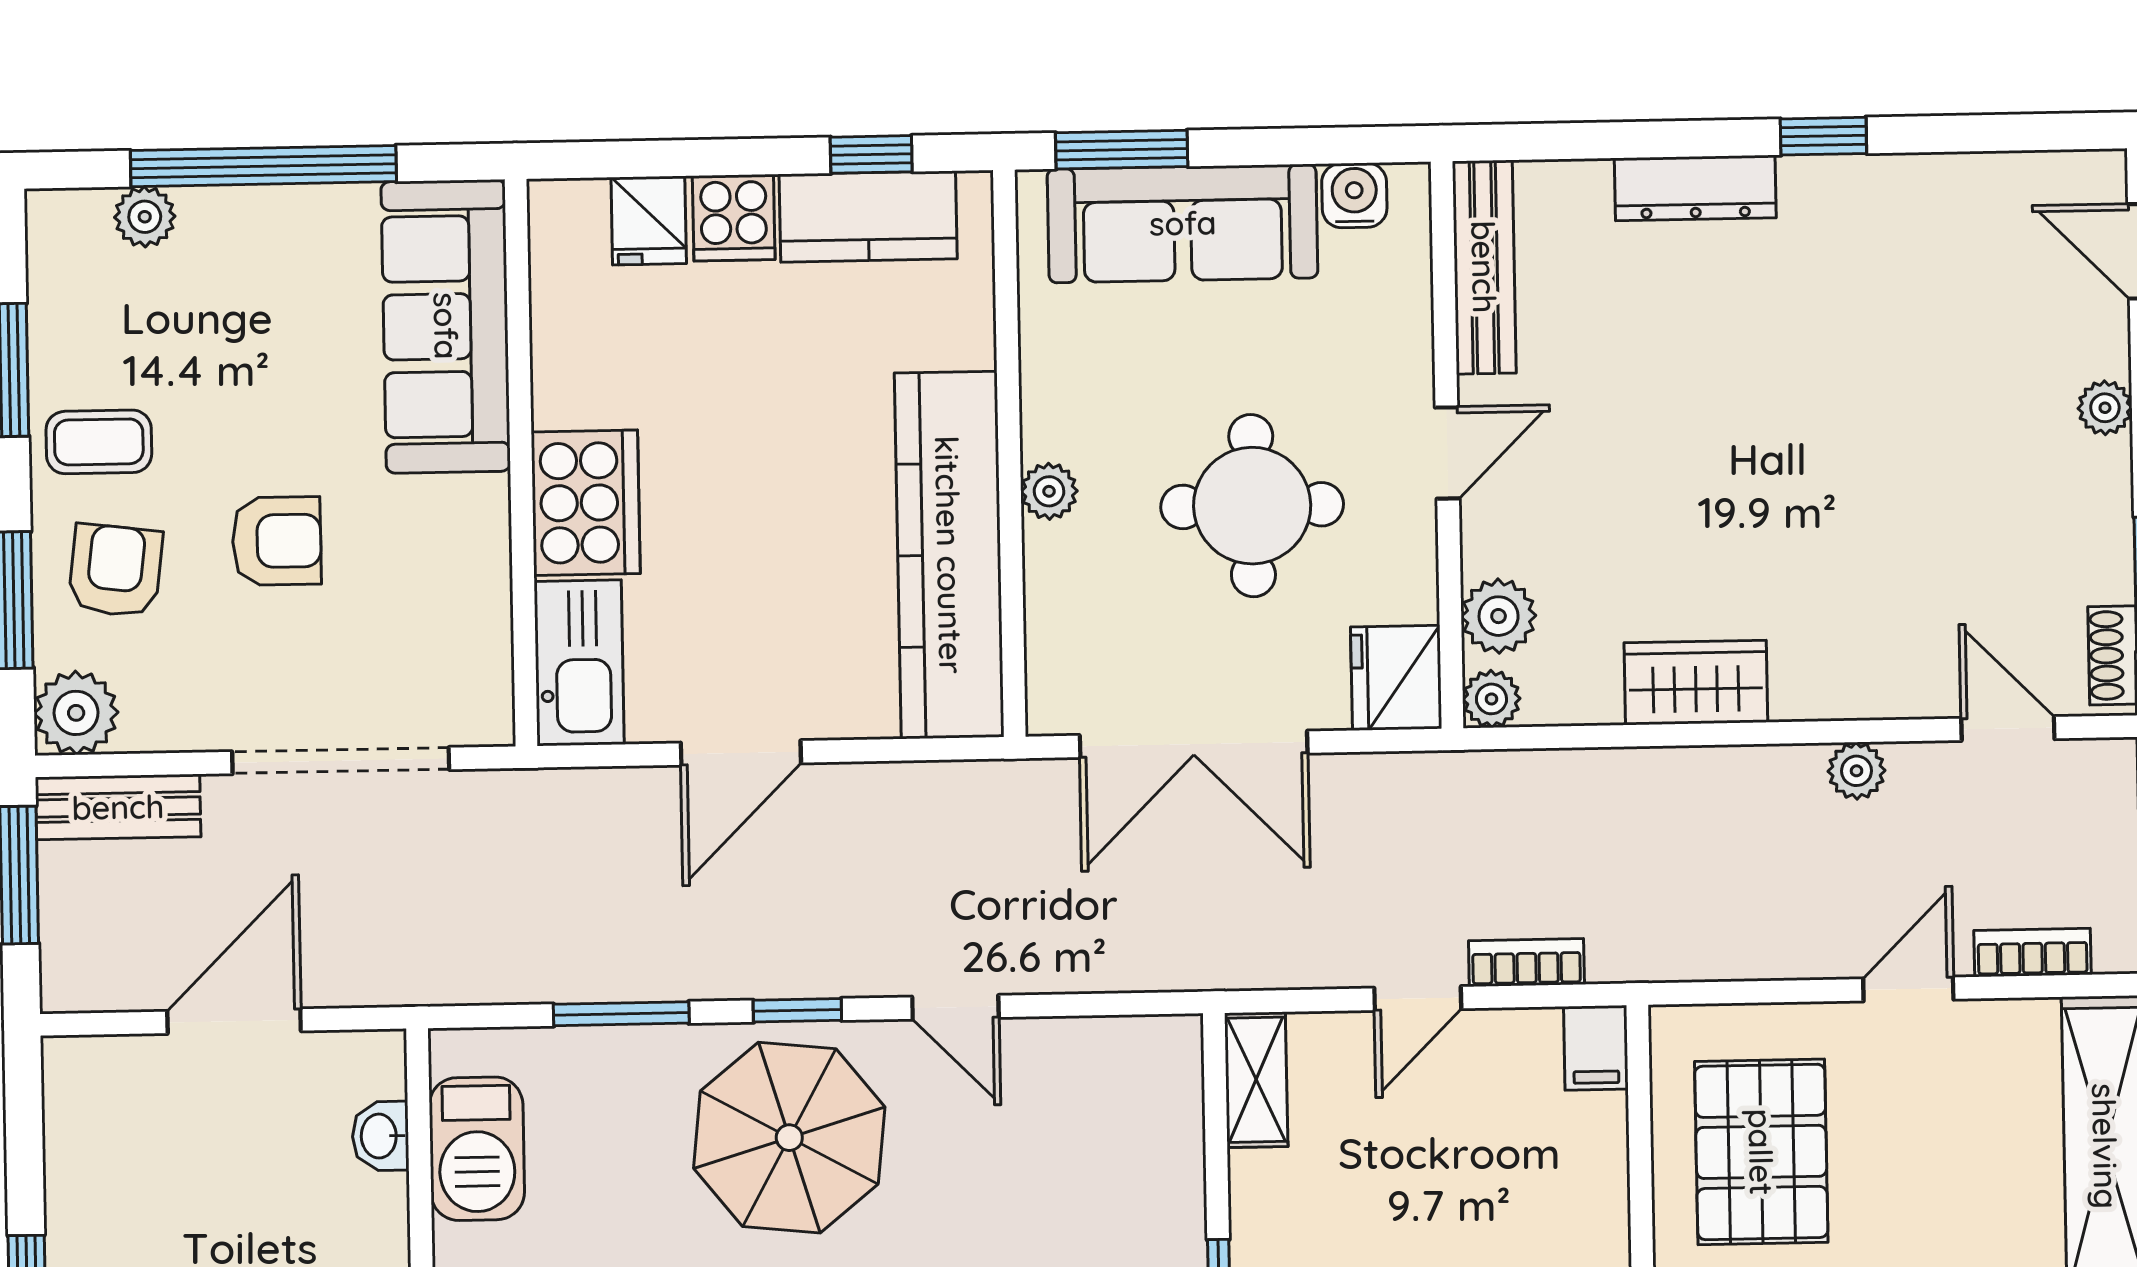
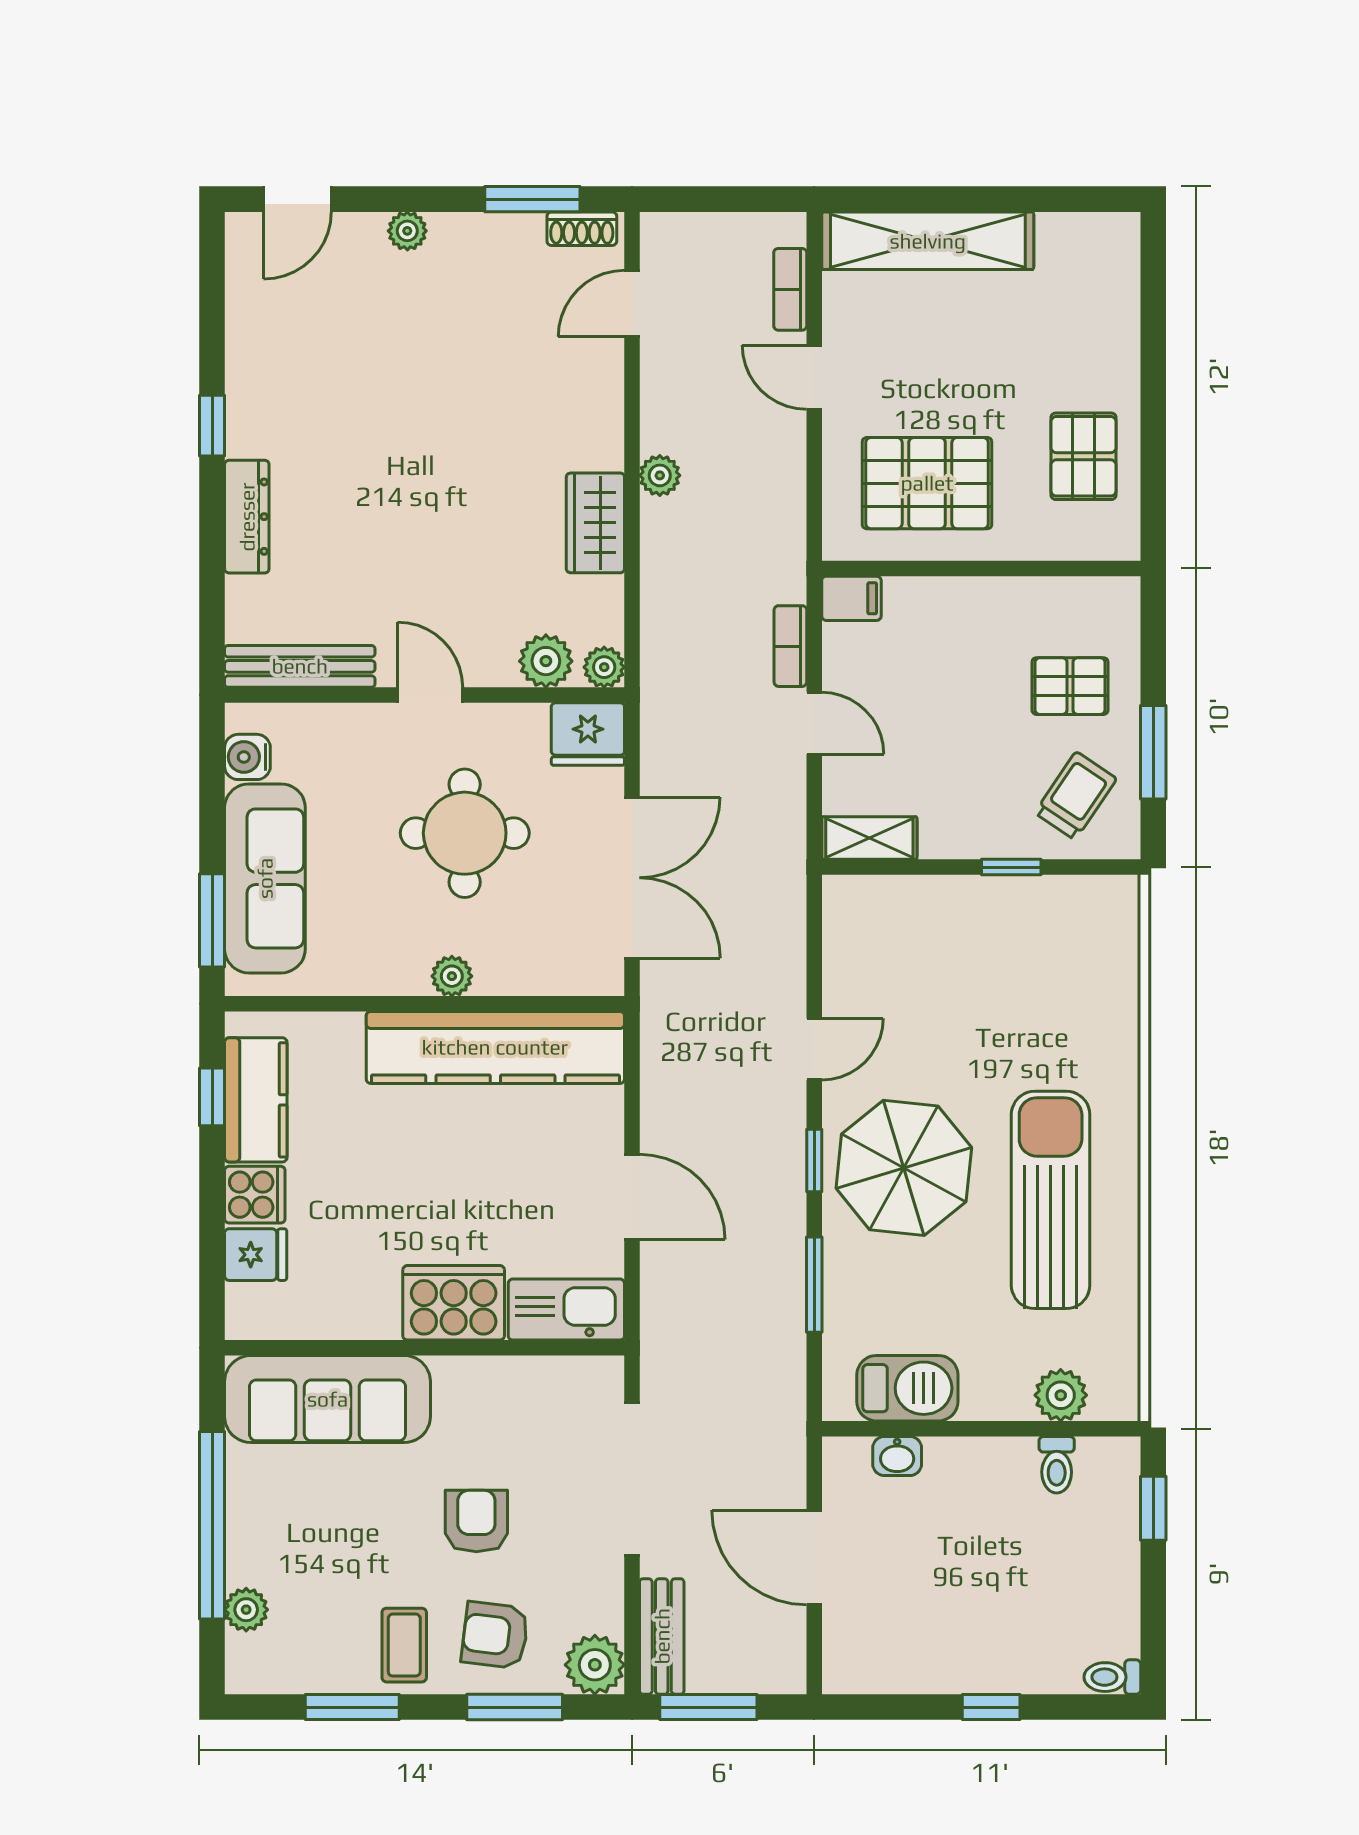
plant: (1857, 771) -> (660, 475), moved

